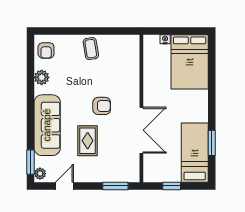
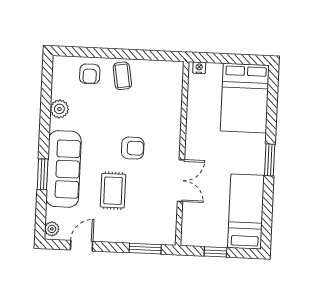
nightstand: (165, 39) -> (199, 68), moved
armchair: (46, 50) -> (90, 74), moved
double door: (141, 130) -> (181, 181), width x0.73
window: (212, 143) -> (270, 160), moved
window: (31, 162) -> (43, 174), moved

